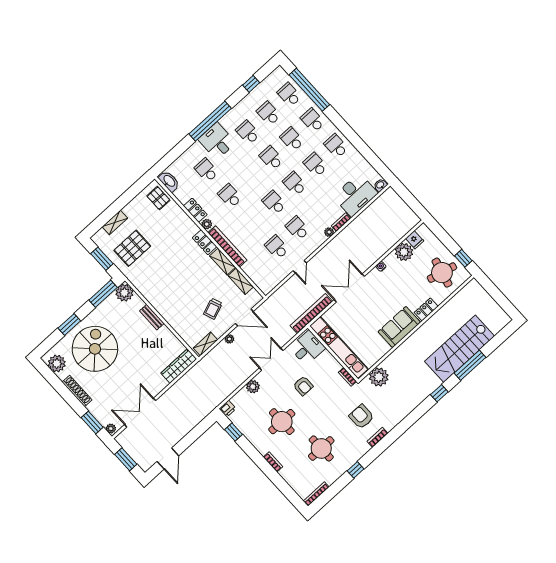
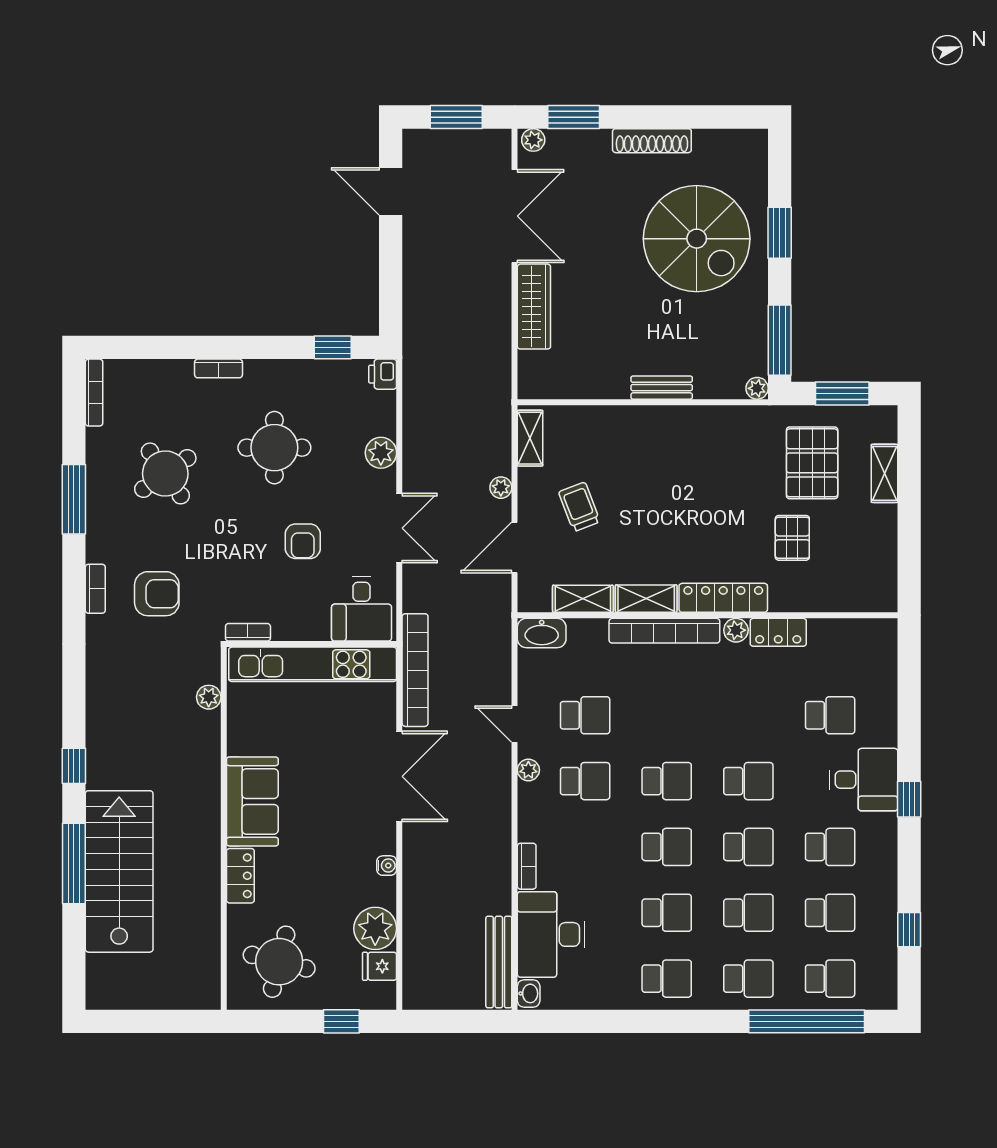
window: (210, 121) -> (909, 799), width x0.32
washbasin: (169, 181) -> (542, 633), moved
school desk: (230, 196) -> (748, 781), moved
pallet: (158, 198) -> (792, 538), moved, turned 90
bench: (379, 203) -> (499, 962), added
plant: (329, 232) -> (528, 770), moved
locker: (205, 242) -> (723, 598), width x1.53
window: (463, 258) -> (341, 1021), moved
plant: (124, 293) -> (757, 388), width x0.53, depth x0.53
plant: (57, 364) -> (732, 149), removed
wardrobe: (179, 366) -> (534, 307), moved
plant: (379, 377) -> (209, 697), width x0.53, depth x0.53
armchair: (303, 386) -> (303, 541), turned -90
round table: (321, 448) -> (165, 473), turned -35
window: (356, 470) -> (74, 499), width x2.17

